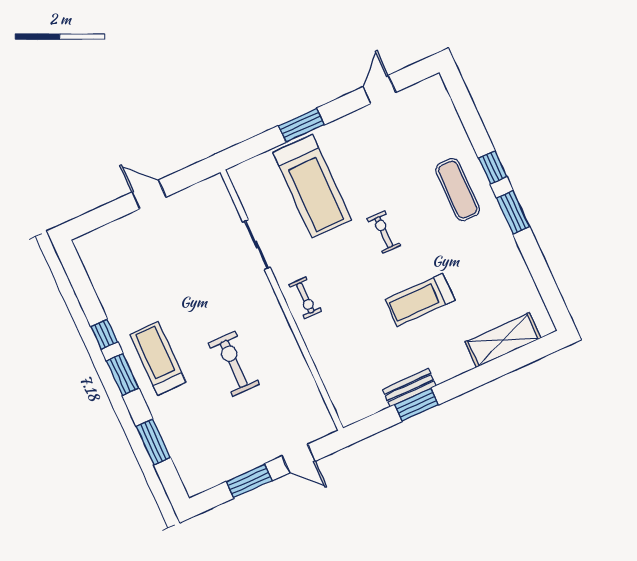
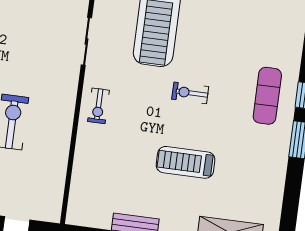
exercise bike: (384, 232) -> (190, 93), turned -90

